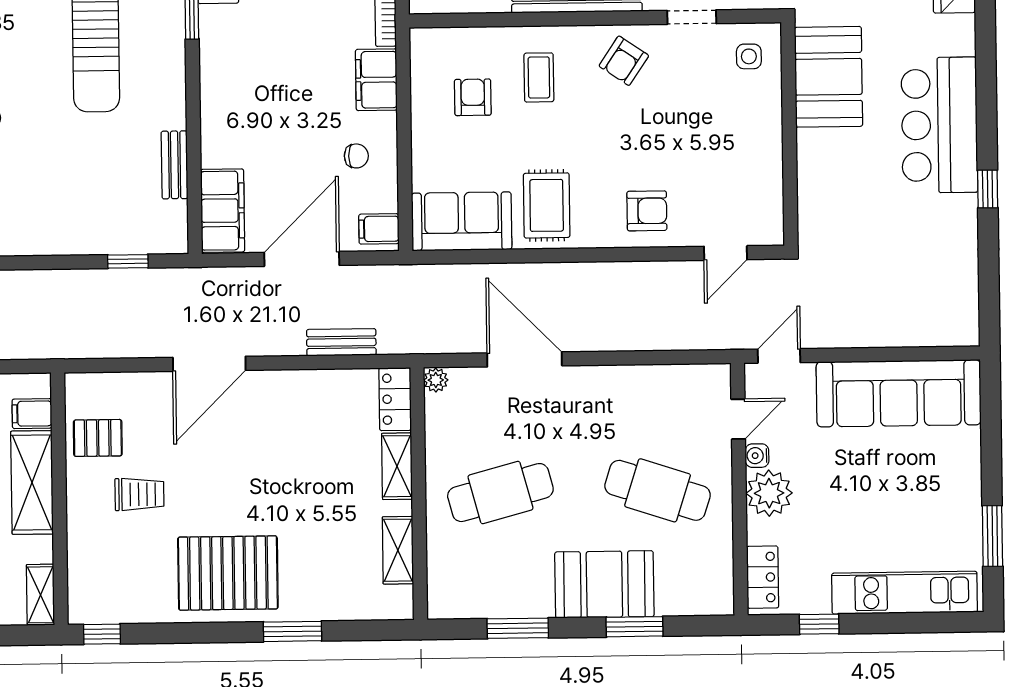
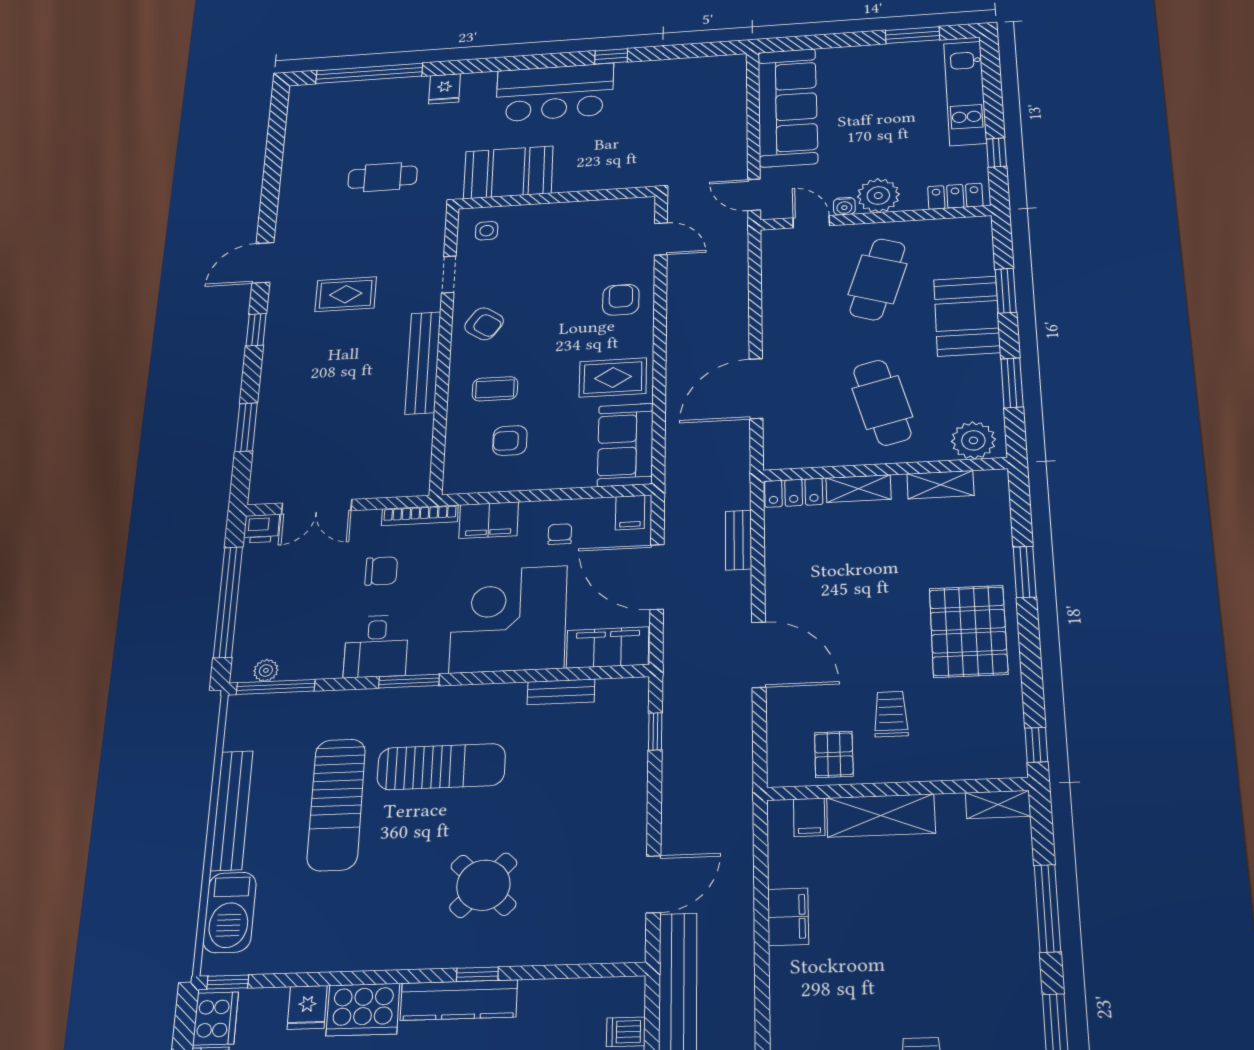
corner desk: (259, 107) -> (508, 619), added
plant: (436, 380) -> (973, 440), moved, width x1.88, depth x1.88

